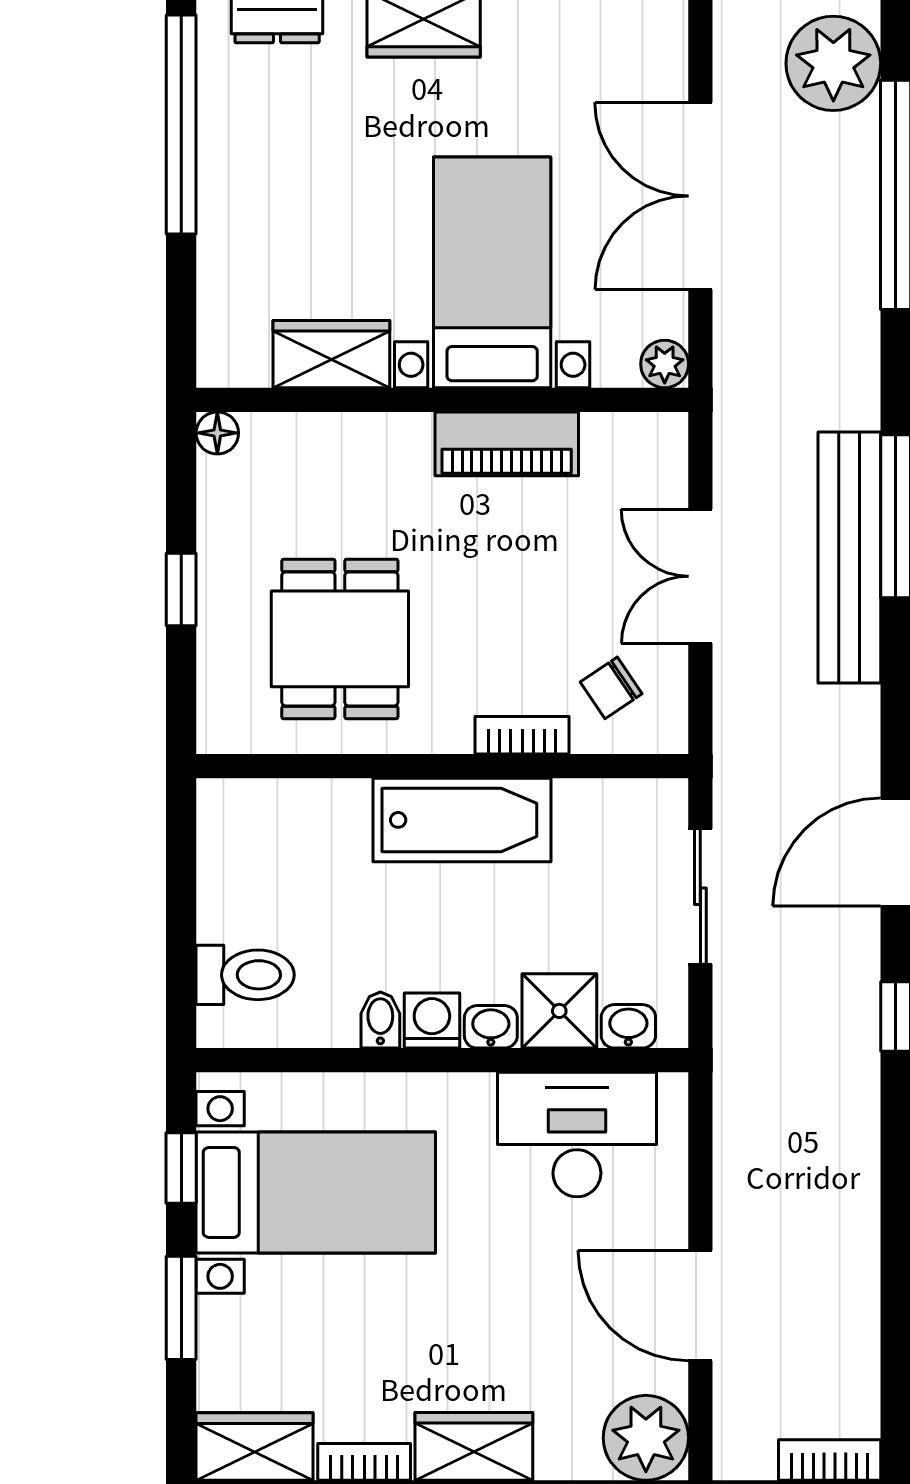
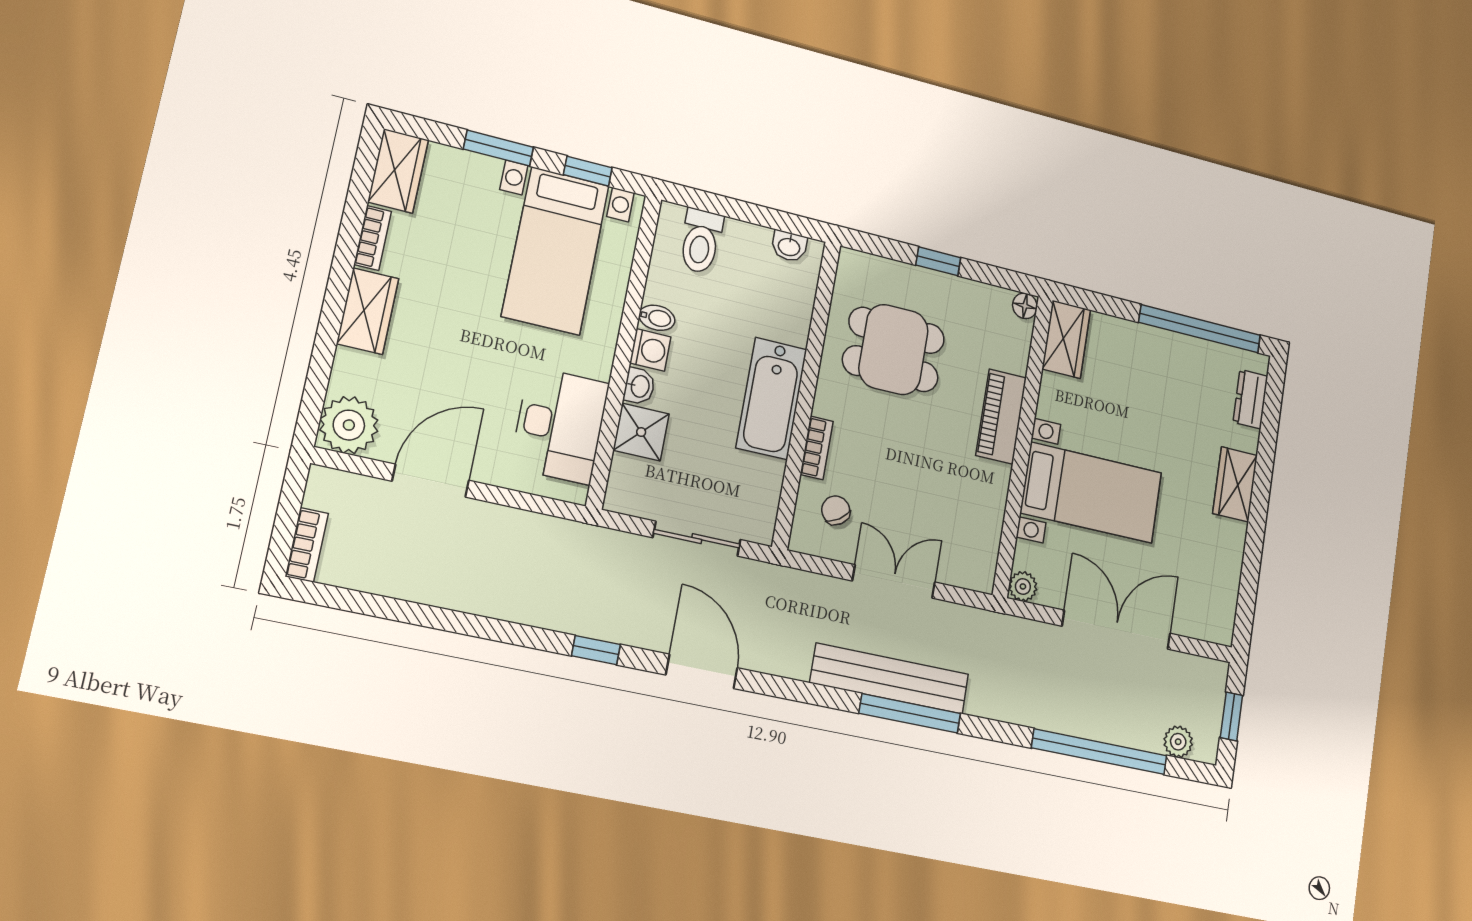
plant: (833, 63) -> (1178, 742), width x0.53, depth x0.53
wardrobe: (331, 354) -> (1066, 339), moved
piano: (507, 444) -> (1001, 416), moved
washbasin: (628, 1026) -> (789, 246), moved, turned 90

